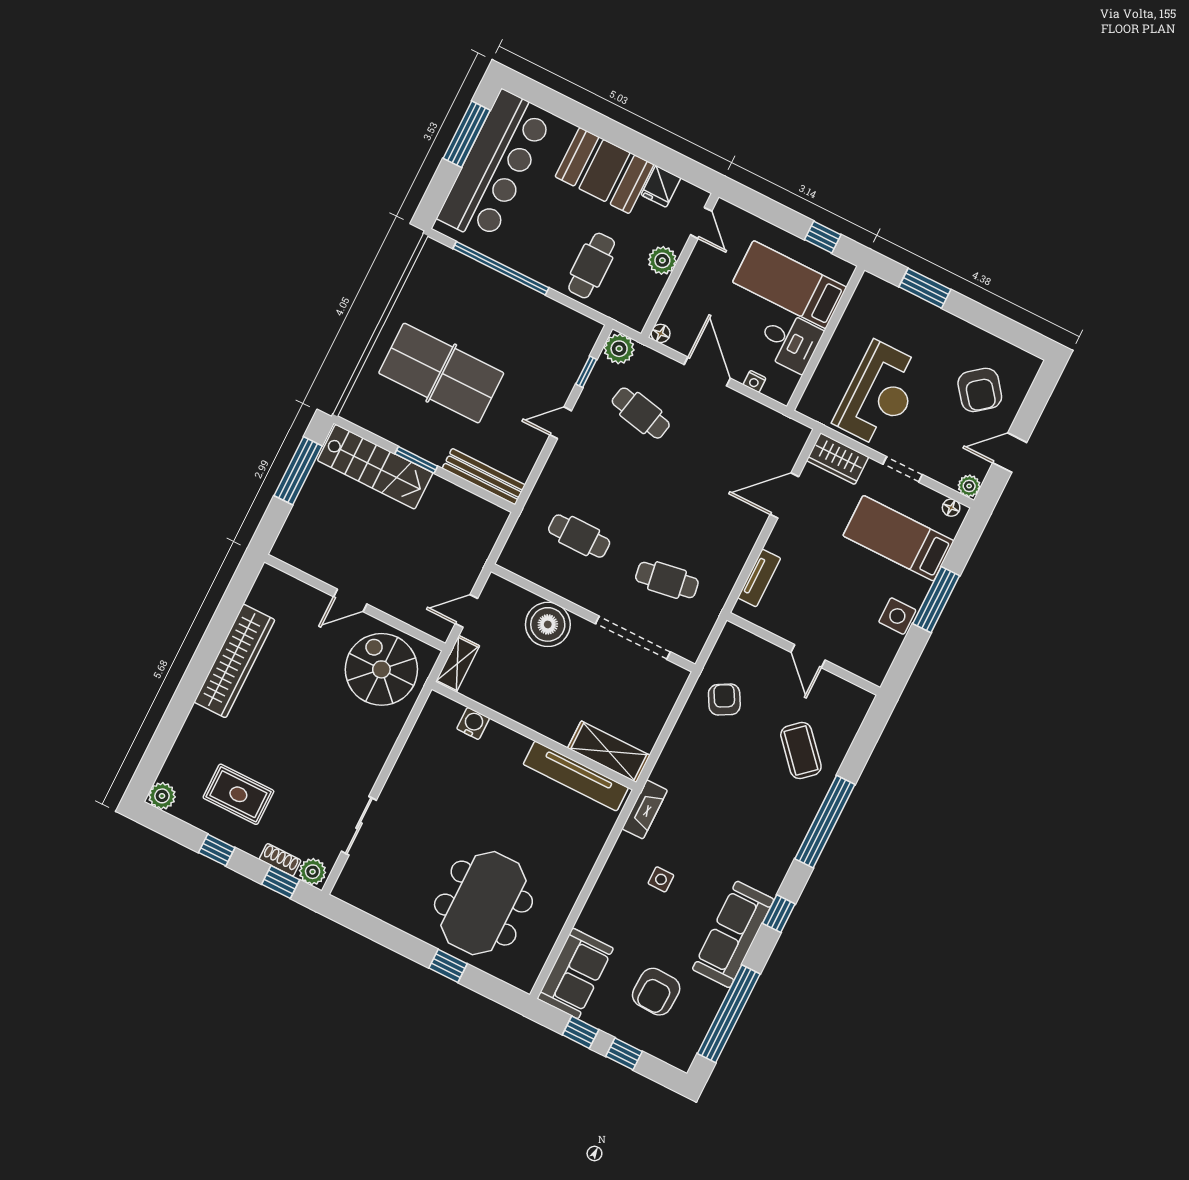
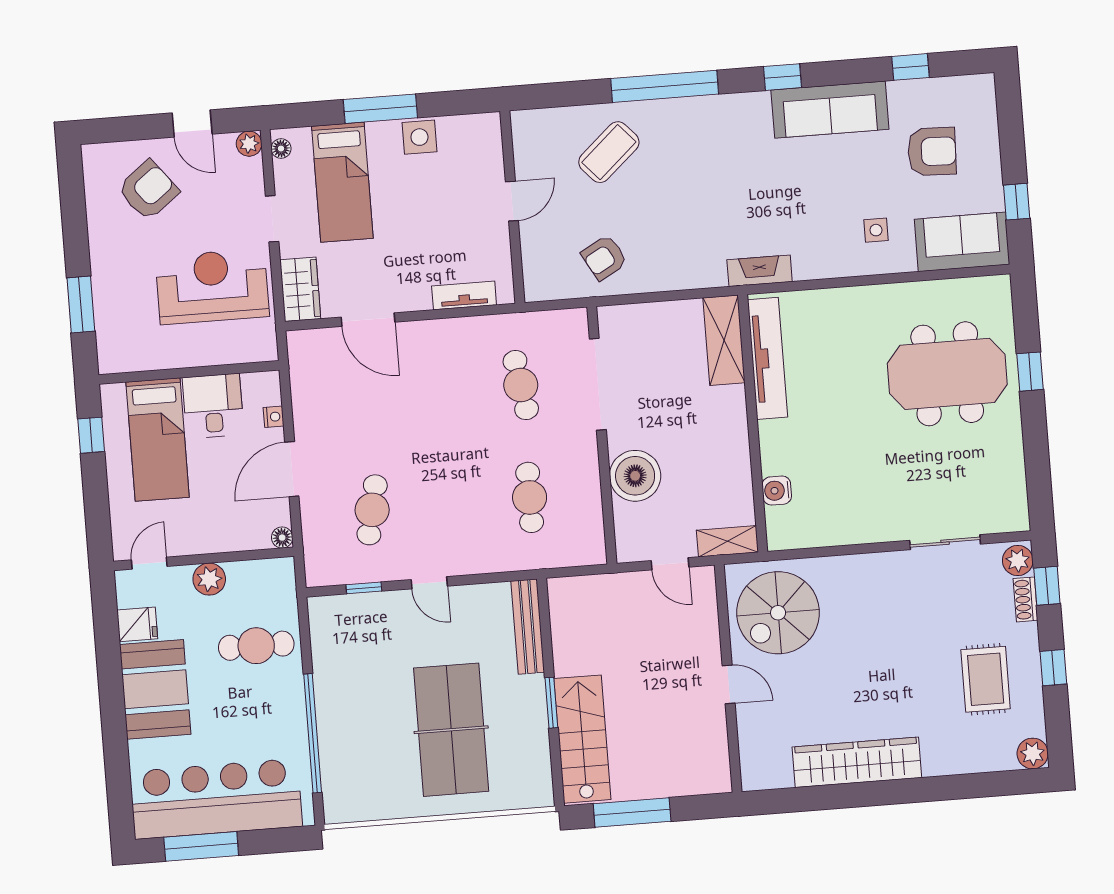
plant: (619, 349) -> (322, 569), removed
side table: (661, 879) -> (876, 230), moved
window: (729, 1014) -> (911, 67), width x0.32
window: (624, 1054) -> (1012, 146), removed

